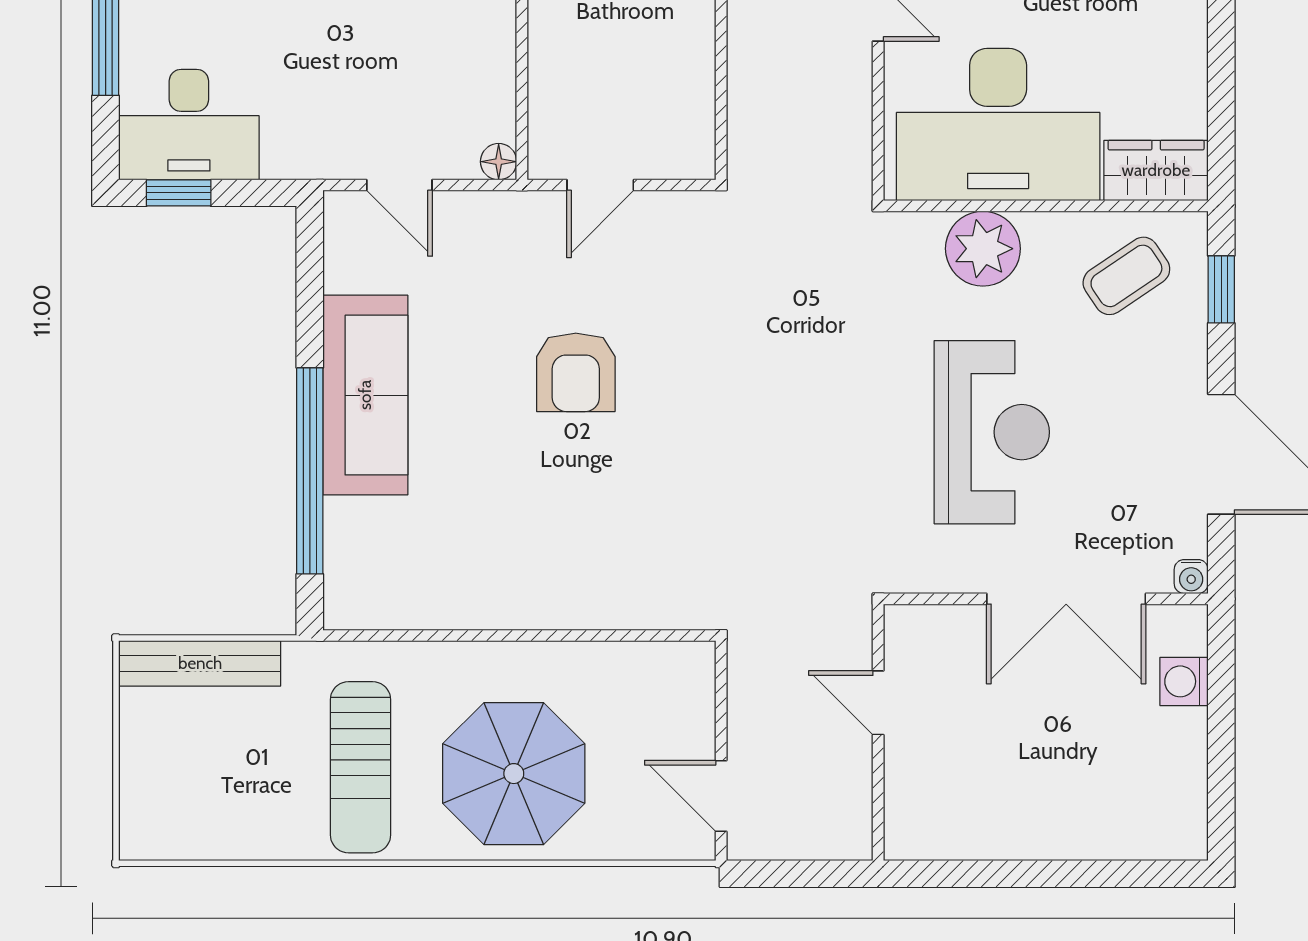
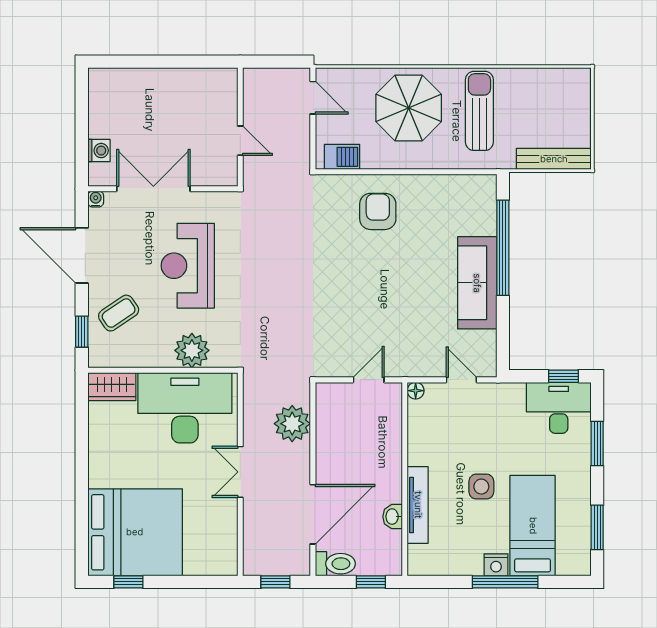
plant: (766, 90) -> (292, 424), added
coffee table: (1126, 276) -> (119, 313), moved
armchair: (576, 372) -> (378, 211), moved
barbecue: (658, 668) -> (342, 157), added

